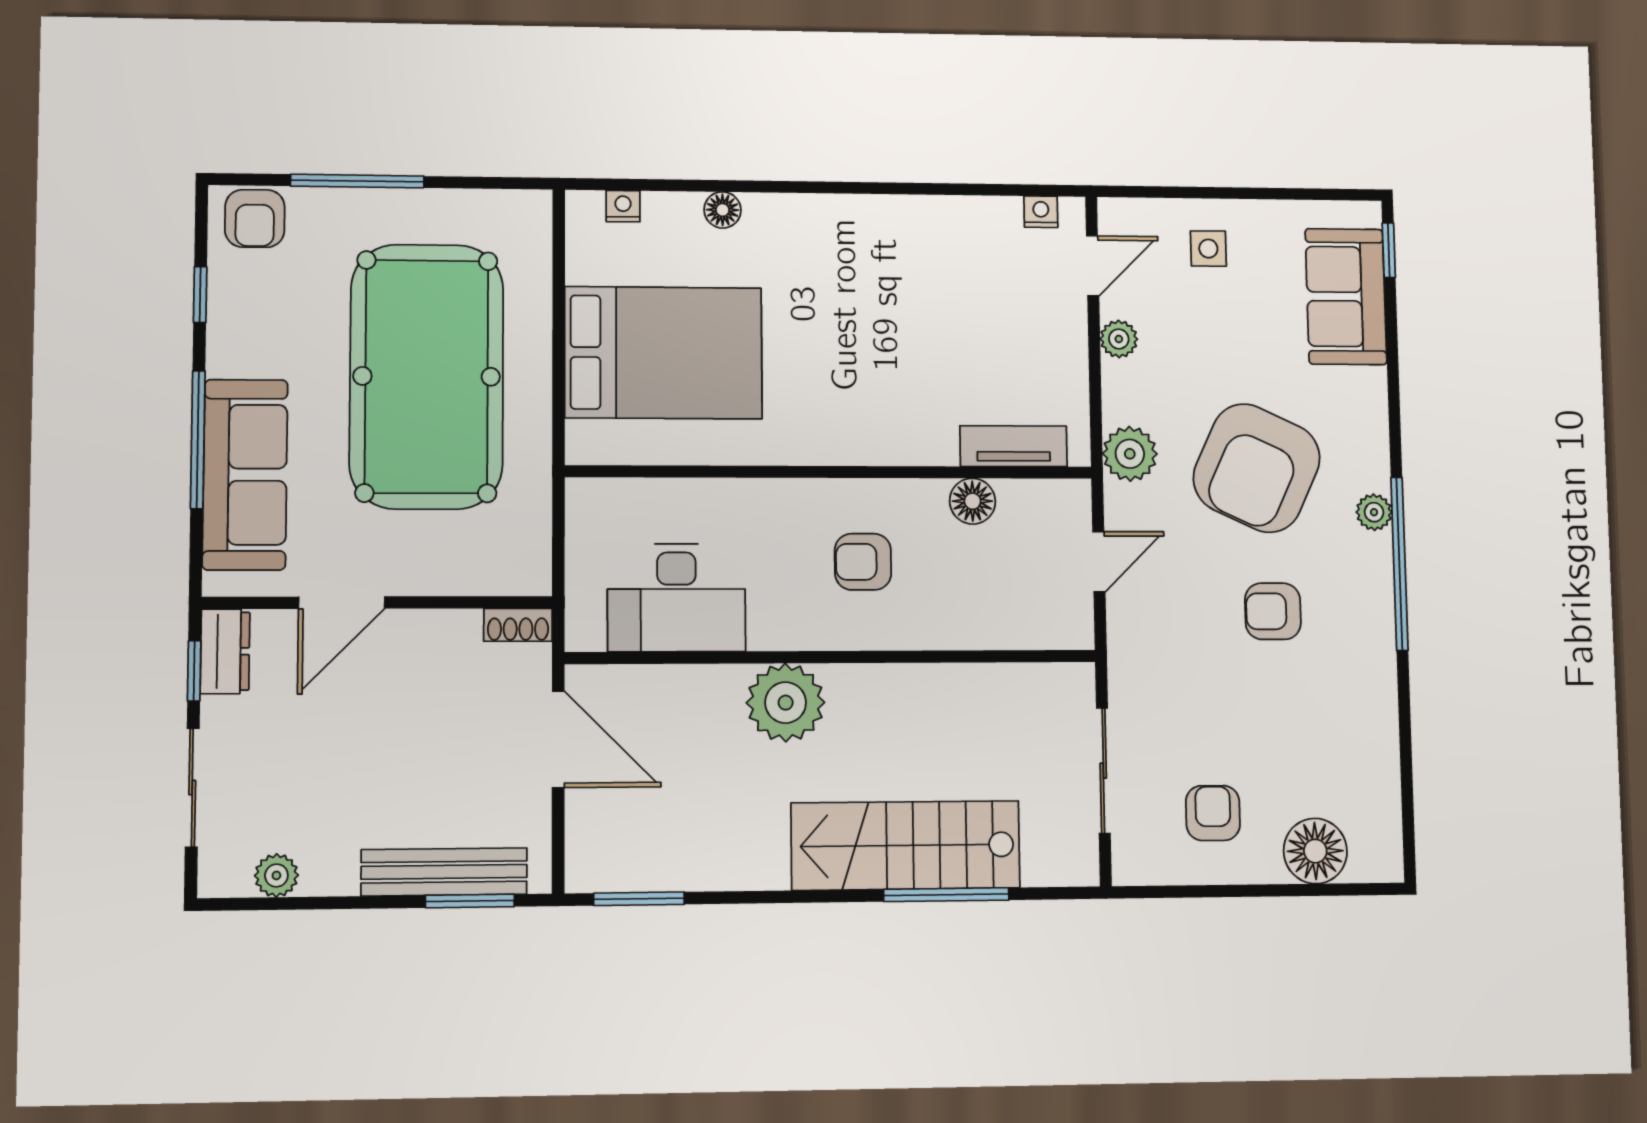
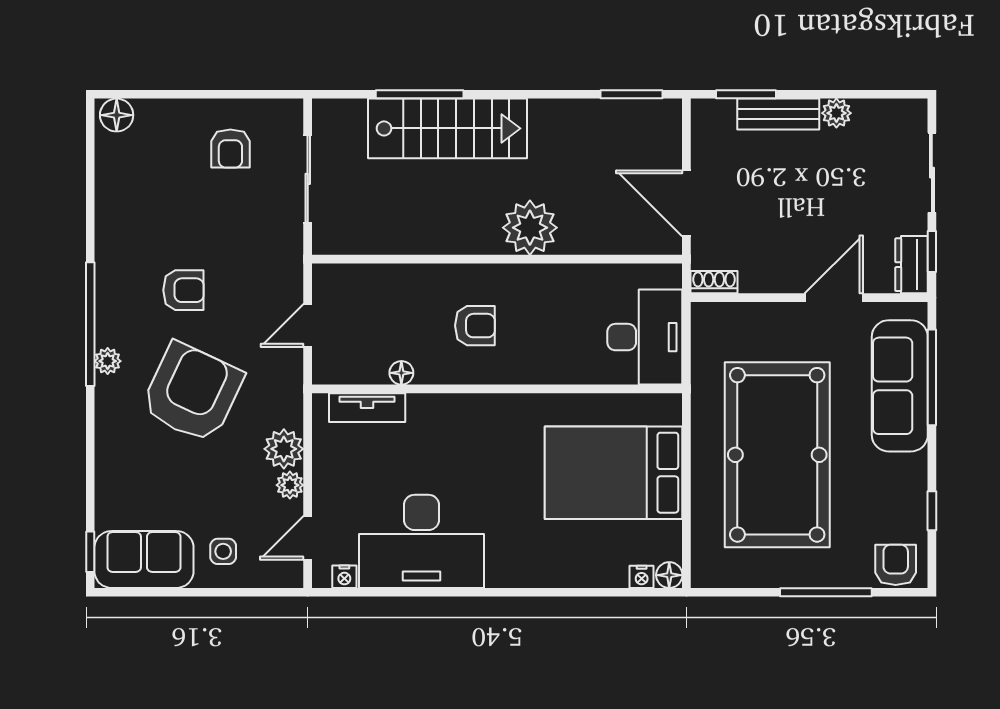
floor lamp: (723, 210) -> (669, 575), moved
desk: (934, 259) -> (422, 541), added
sofa: (1346, 297) -> (144, 559), moved, turned -90
window: (198, 440) -> (932, 377), moved
plant: (1130, 454) -> (284, 449), moved
floor lamp: (972, 501) -> (401, 373), width x0.73, depth x0.73
desk: (677, 598) -> (645, 337), moved, turned 90
floor lamp: (1315, 851) -> (117, 115), moved, width x0.73, depth x0.73
bench: (444, 872) -> (778, 114), width x0.73
plant: (276, 875) -> (836, 113), moved

